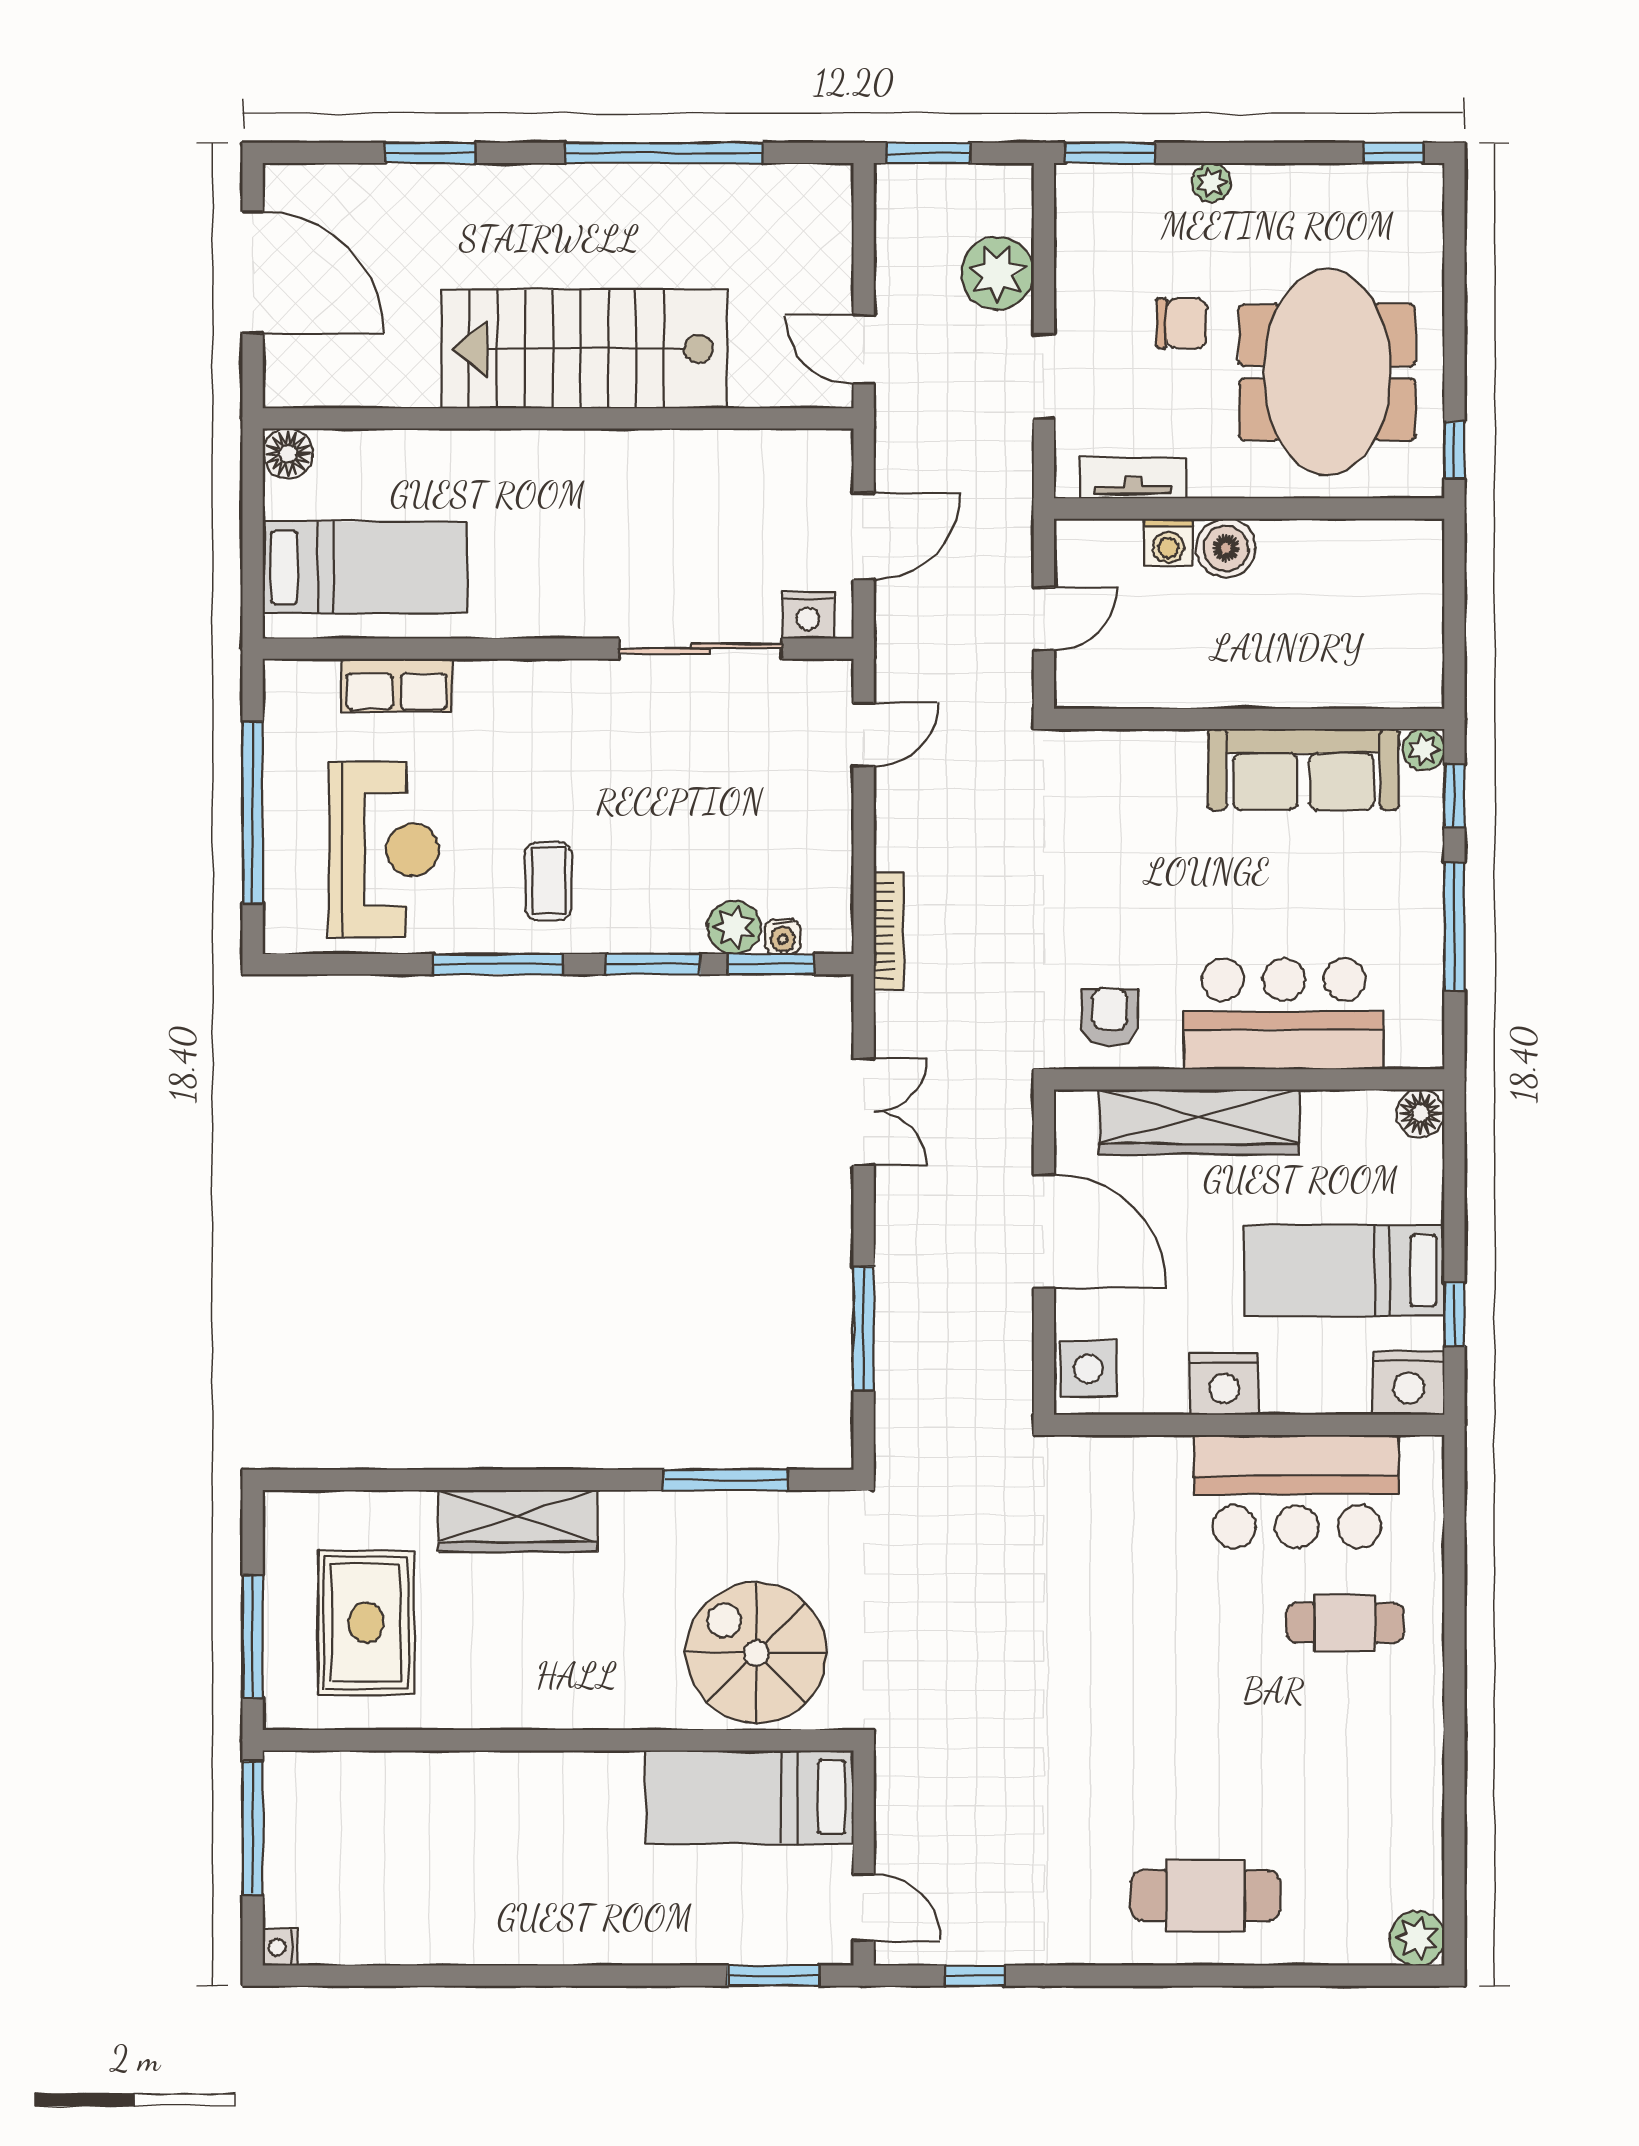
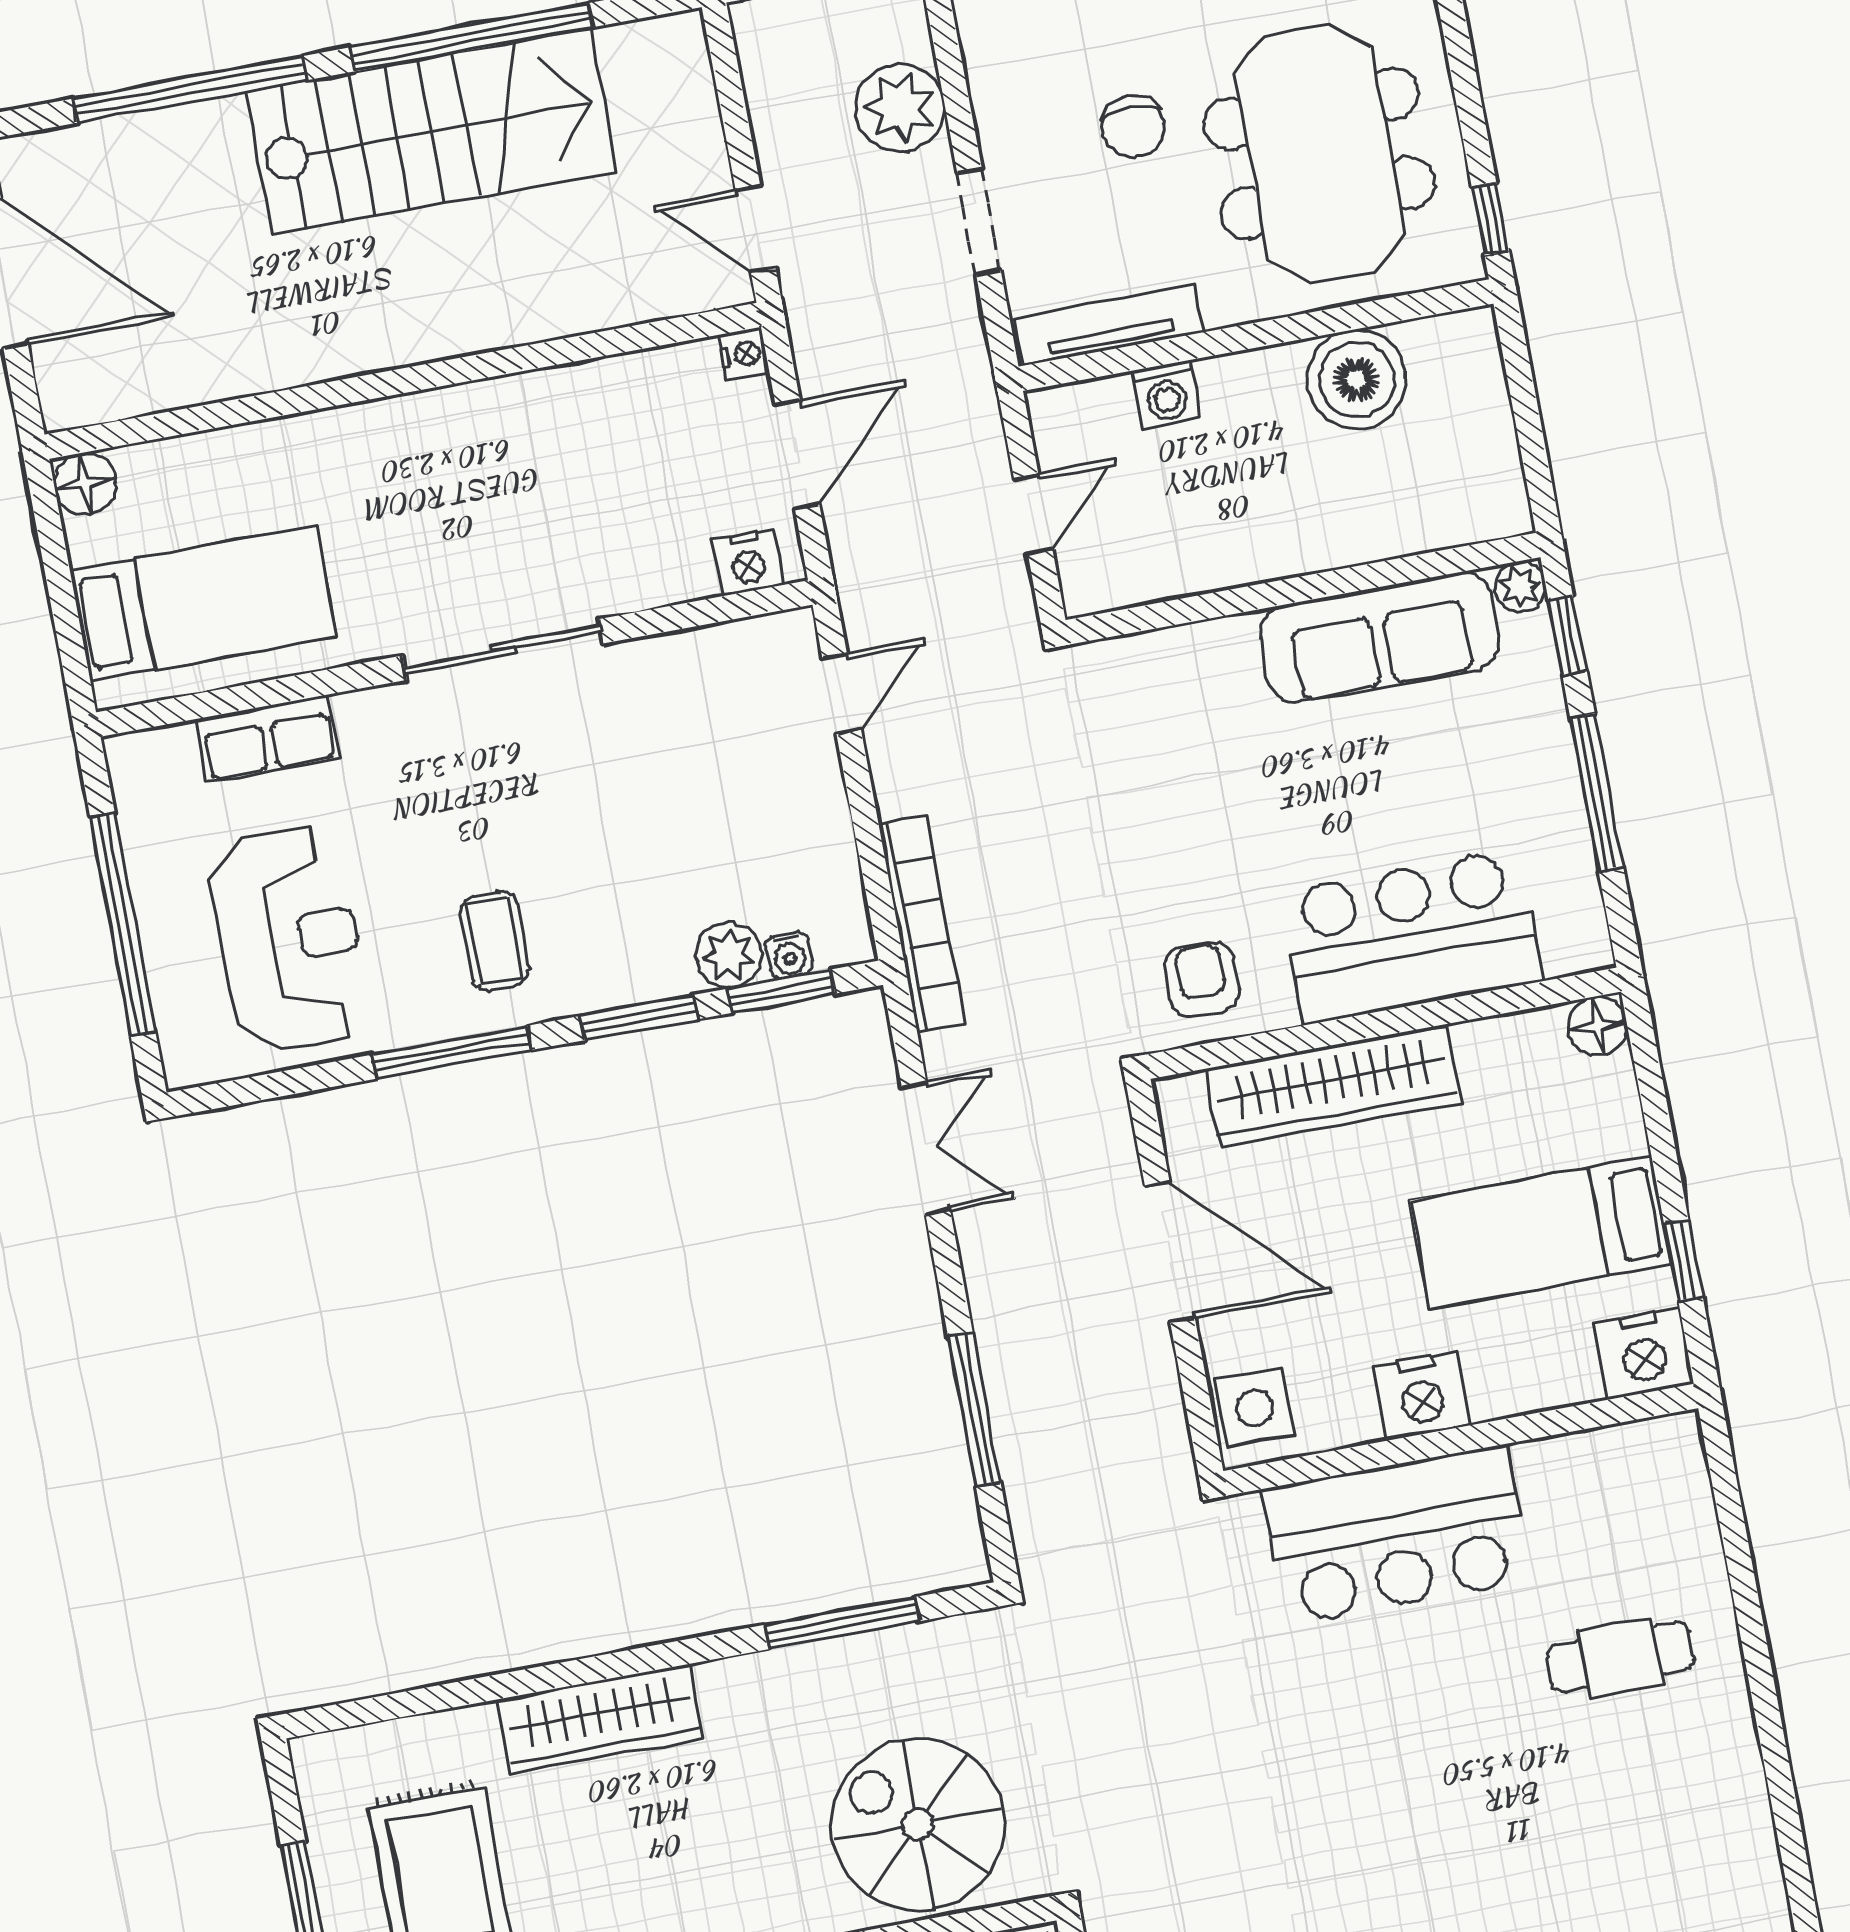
window: (430, 153) -> (189, 89), width x2.11
chair: (1182, 323) -> (1133, 127), turned 90
stairs: (584, 349) -> (431, 131), moved, turned 180
nightstand: (836, 447) -> (744, 354), added
tv unit: (1133, 478) -> (1109, 324), width x1.41
boiler: (1226, 548) -> (1356, 379), moved, width x1.37, depth x1.37
sliding door: (700, 649) -> (503, 649), moved
bookcase: (889, 931) -> (922, 924), width x1.48, depth x1.31
bar counter: (1297, 1491) -> (1396, 1535), moved

